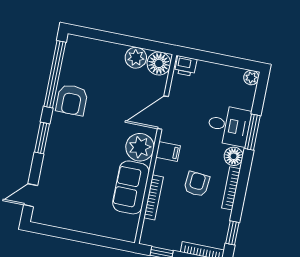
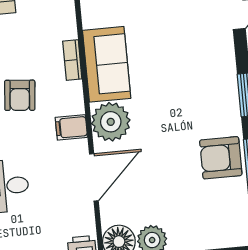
armchair: (72, 100) -> (221, 158), turned -90
bookcase: (154, 197) -> (72, 60), width x0.64

